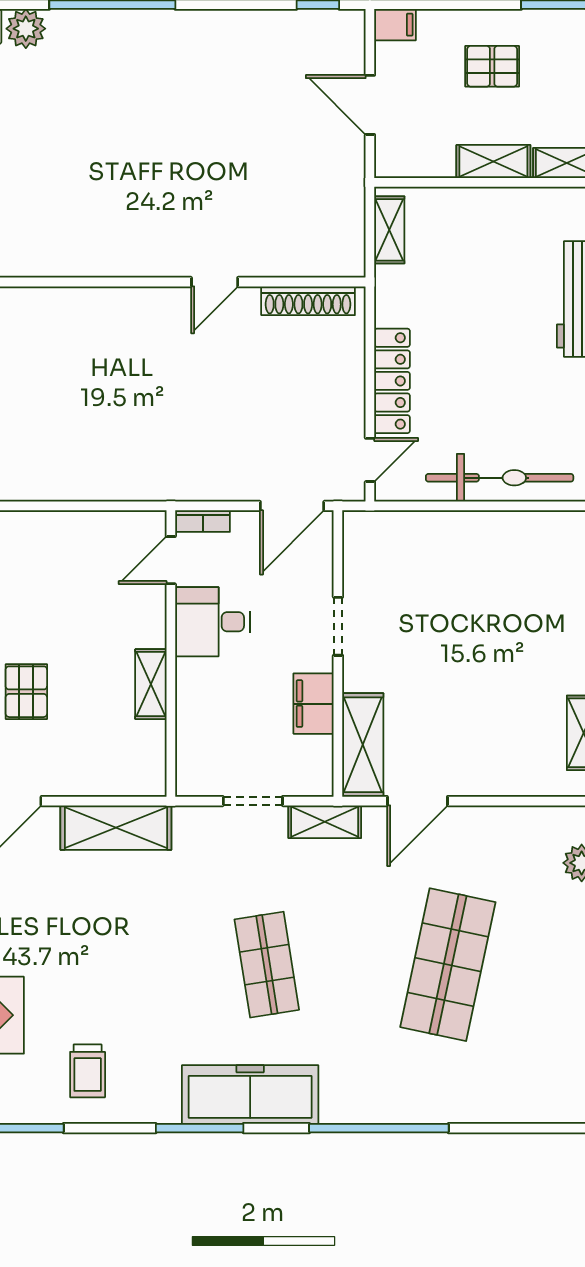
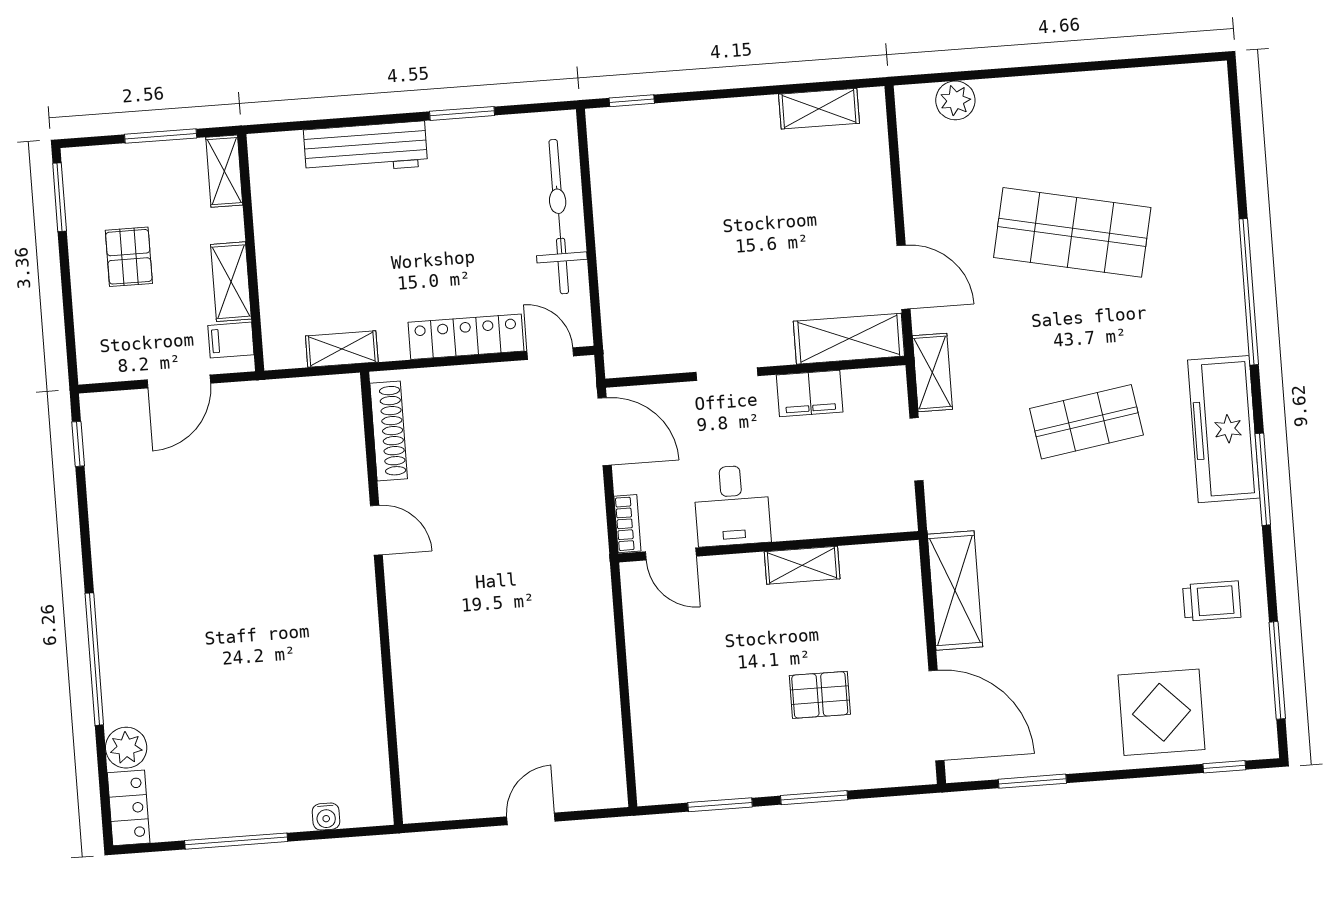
filing cabinet: (395, 25) -> (231, 340), moved, turned -90
shelving: (493, 162) -> (231, 282), moved
shelving: (389, 230) -> (342, 349), moved

